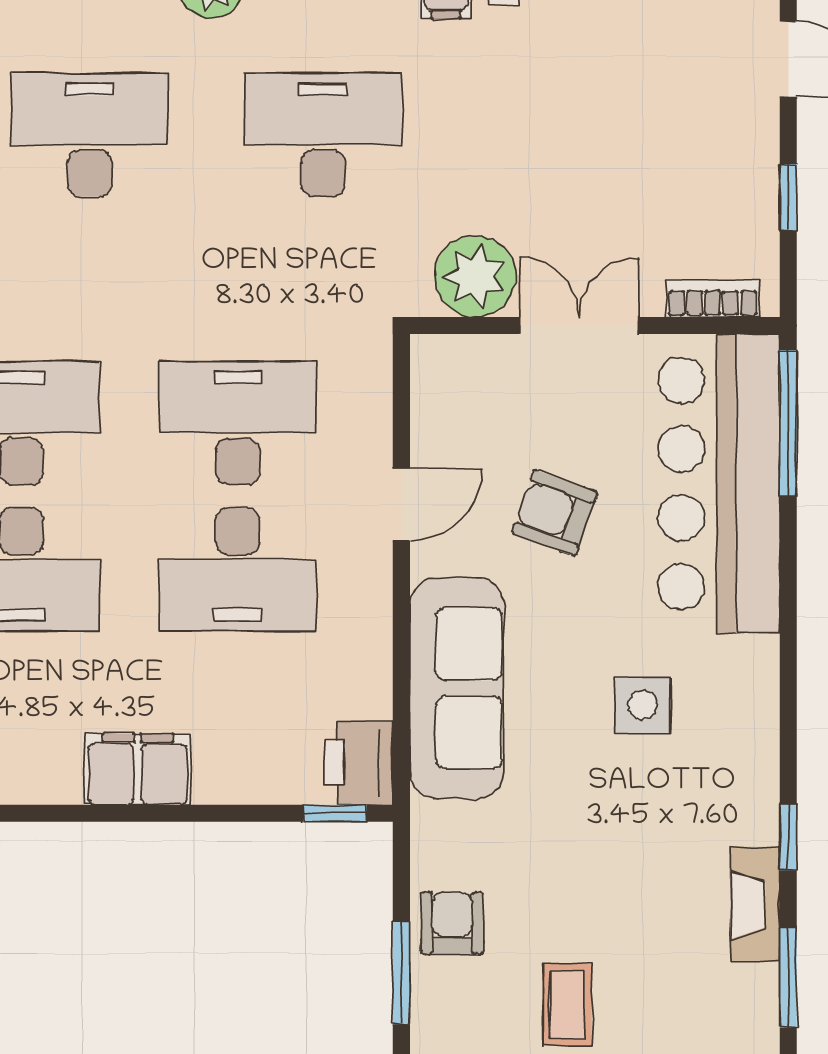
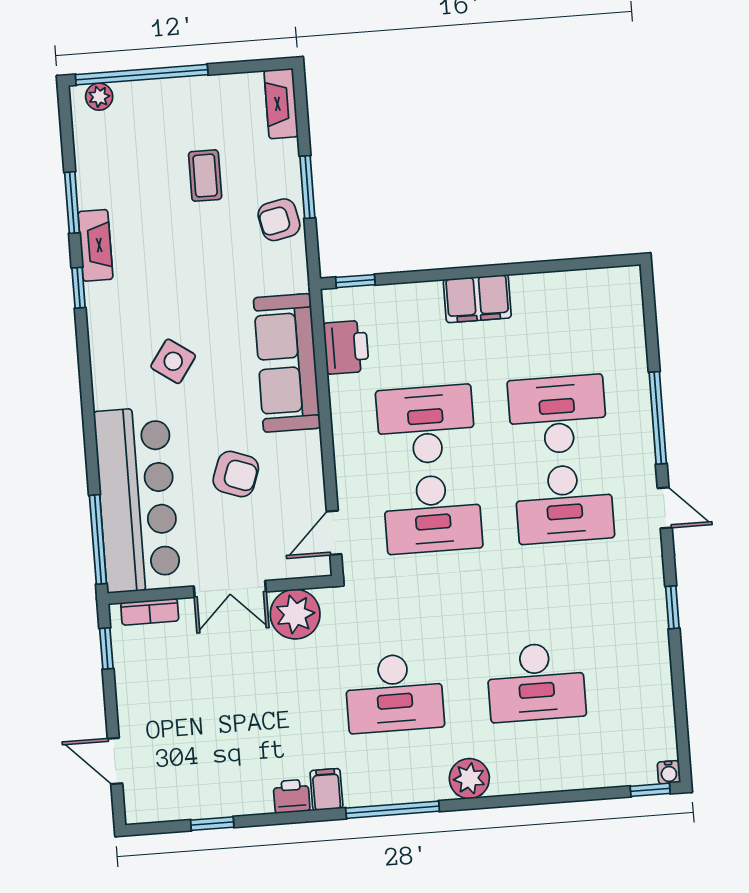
window: (788, 198) -> (106, 648), moved
door: (401, 505) -> (334, 533), moved
side table: (643, 705) -> (173, 361), turned 35
printer: (358, 763) -> (346, 347), moved
armchair: (452, 923) -> (279, 220), turned 78

